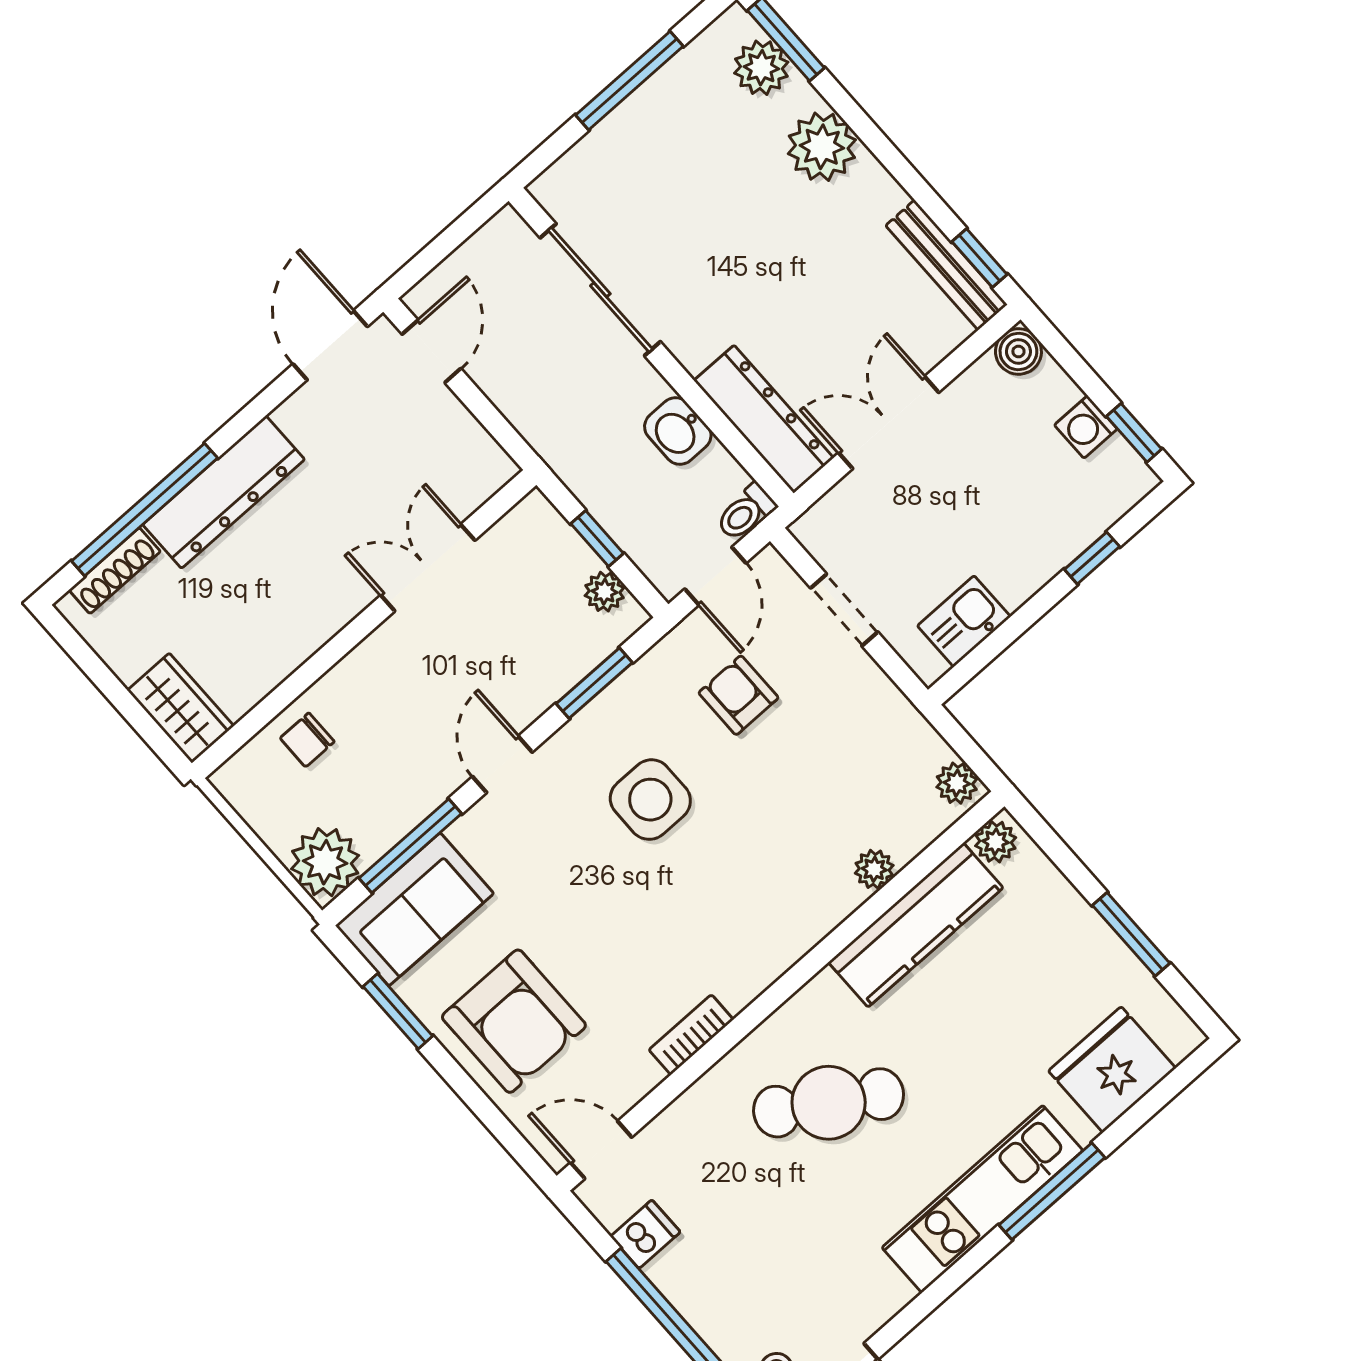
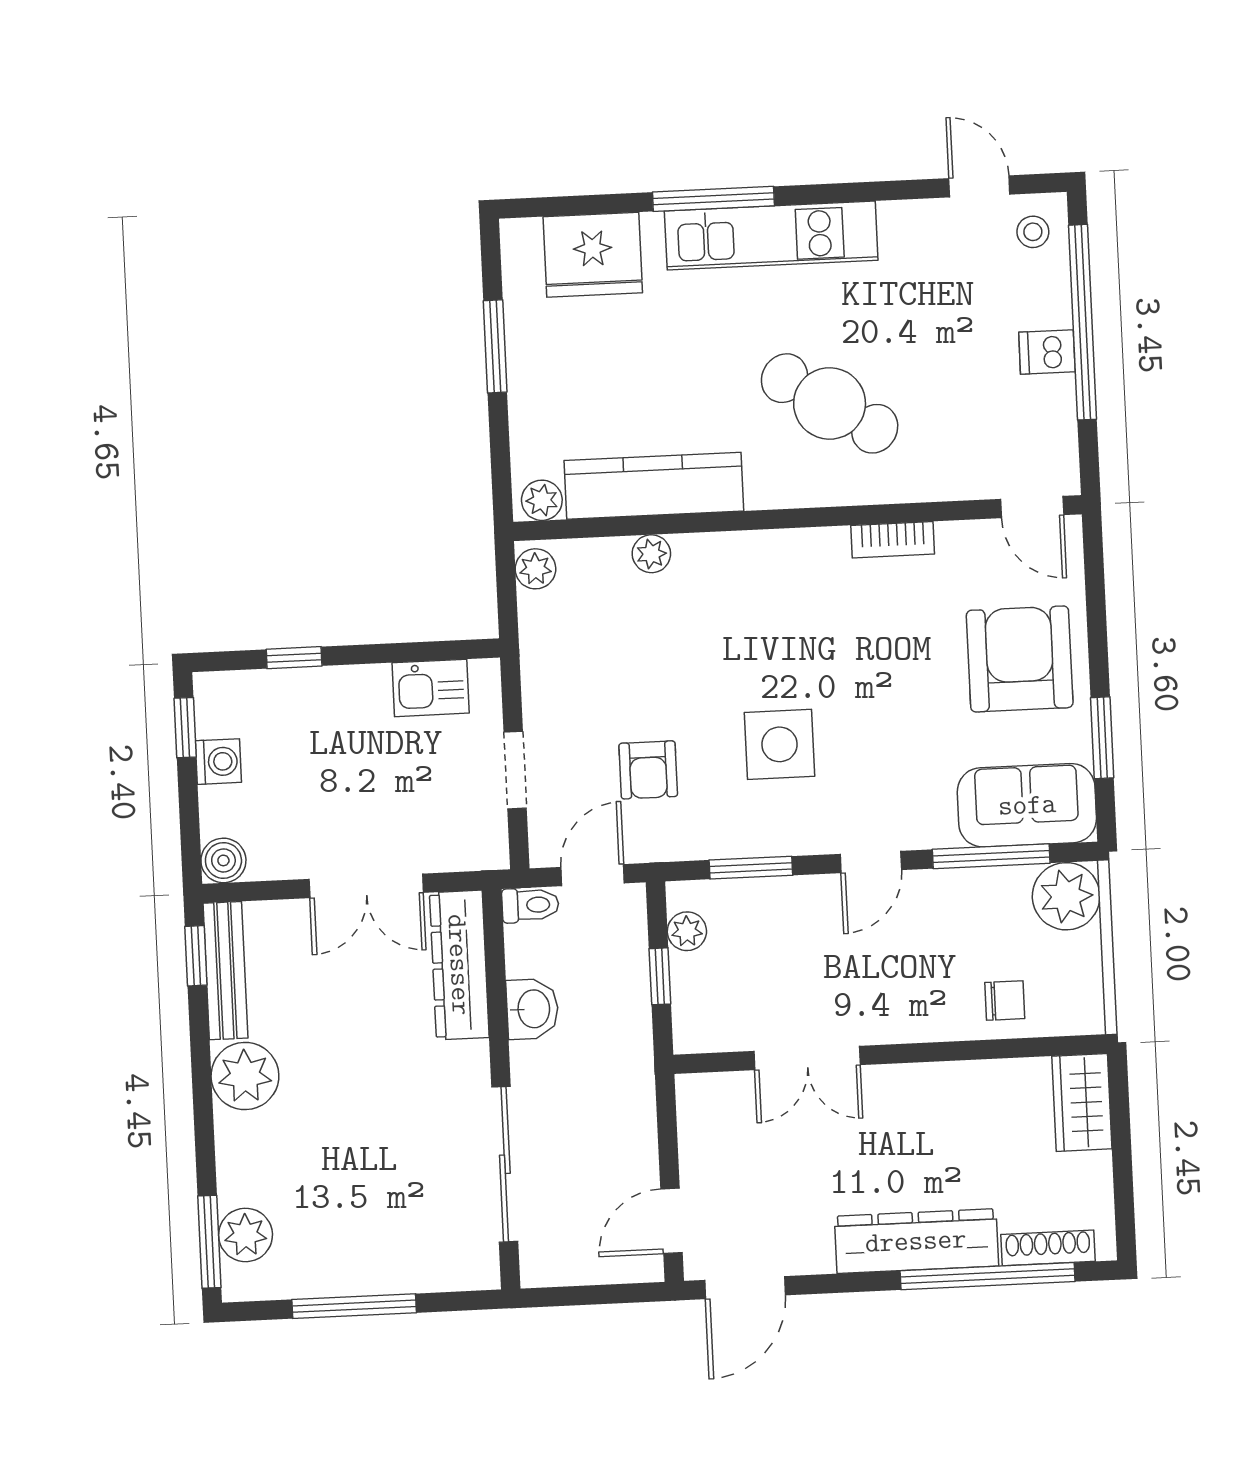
plant: (822, 147) -> (245, 1076), moved
dishwasher: (645, 1234) -> (1047, 352), moved

